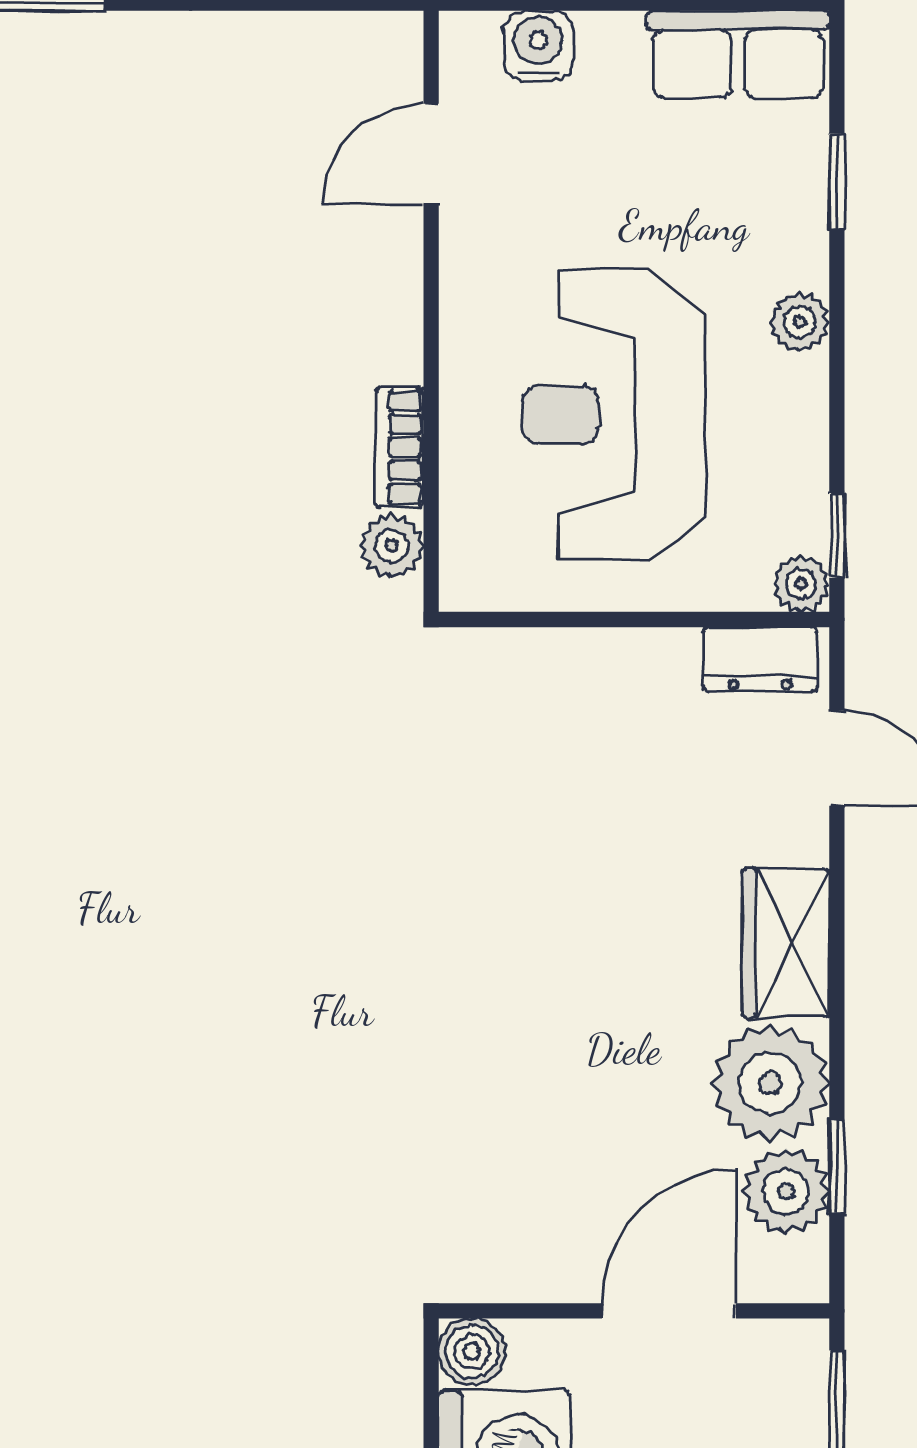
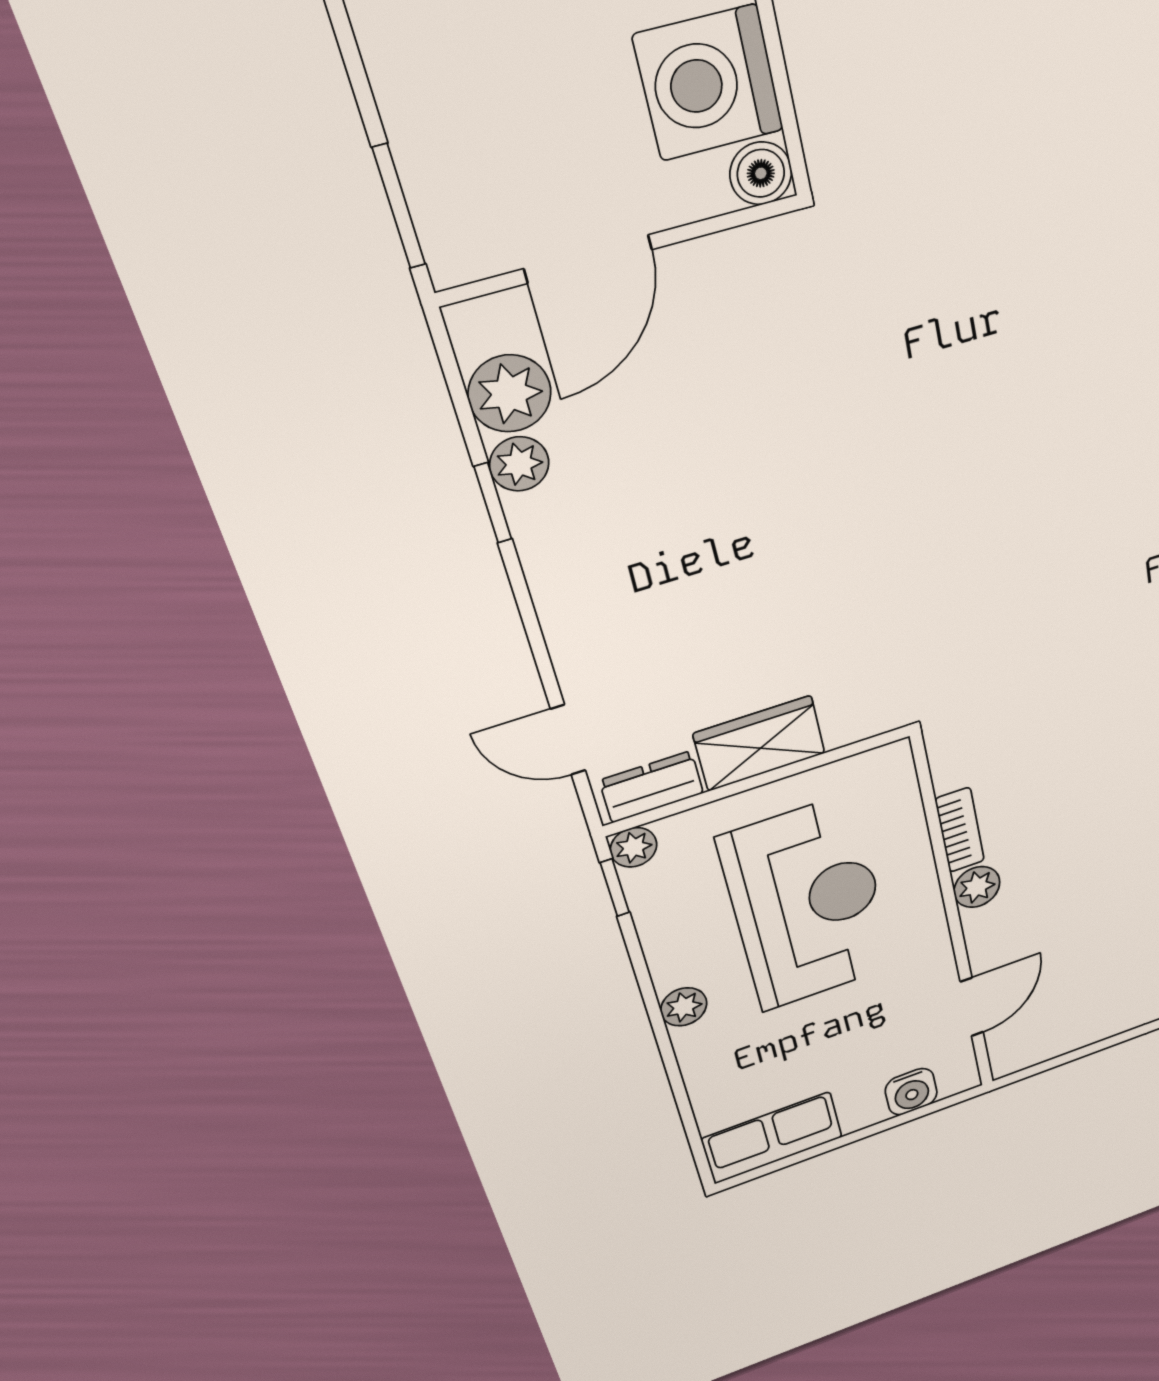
window: (837, 182) -> (681, 1096), removed
plant: (392, 546) -> (977, 887), moved
wardrobe: (786, 943) -> (759, 744), moved, turned -90
plant: (770, 1083) -> (519, 464), width x0.53, depth x0.53
window: (837, 1166) -> (493, 503), moved

